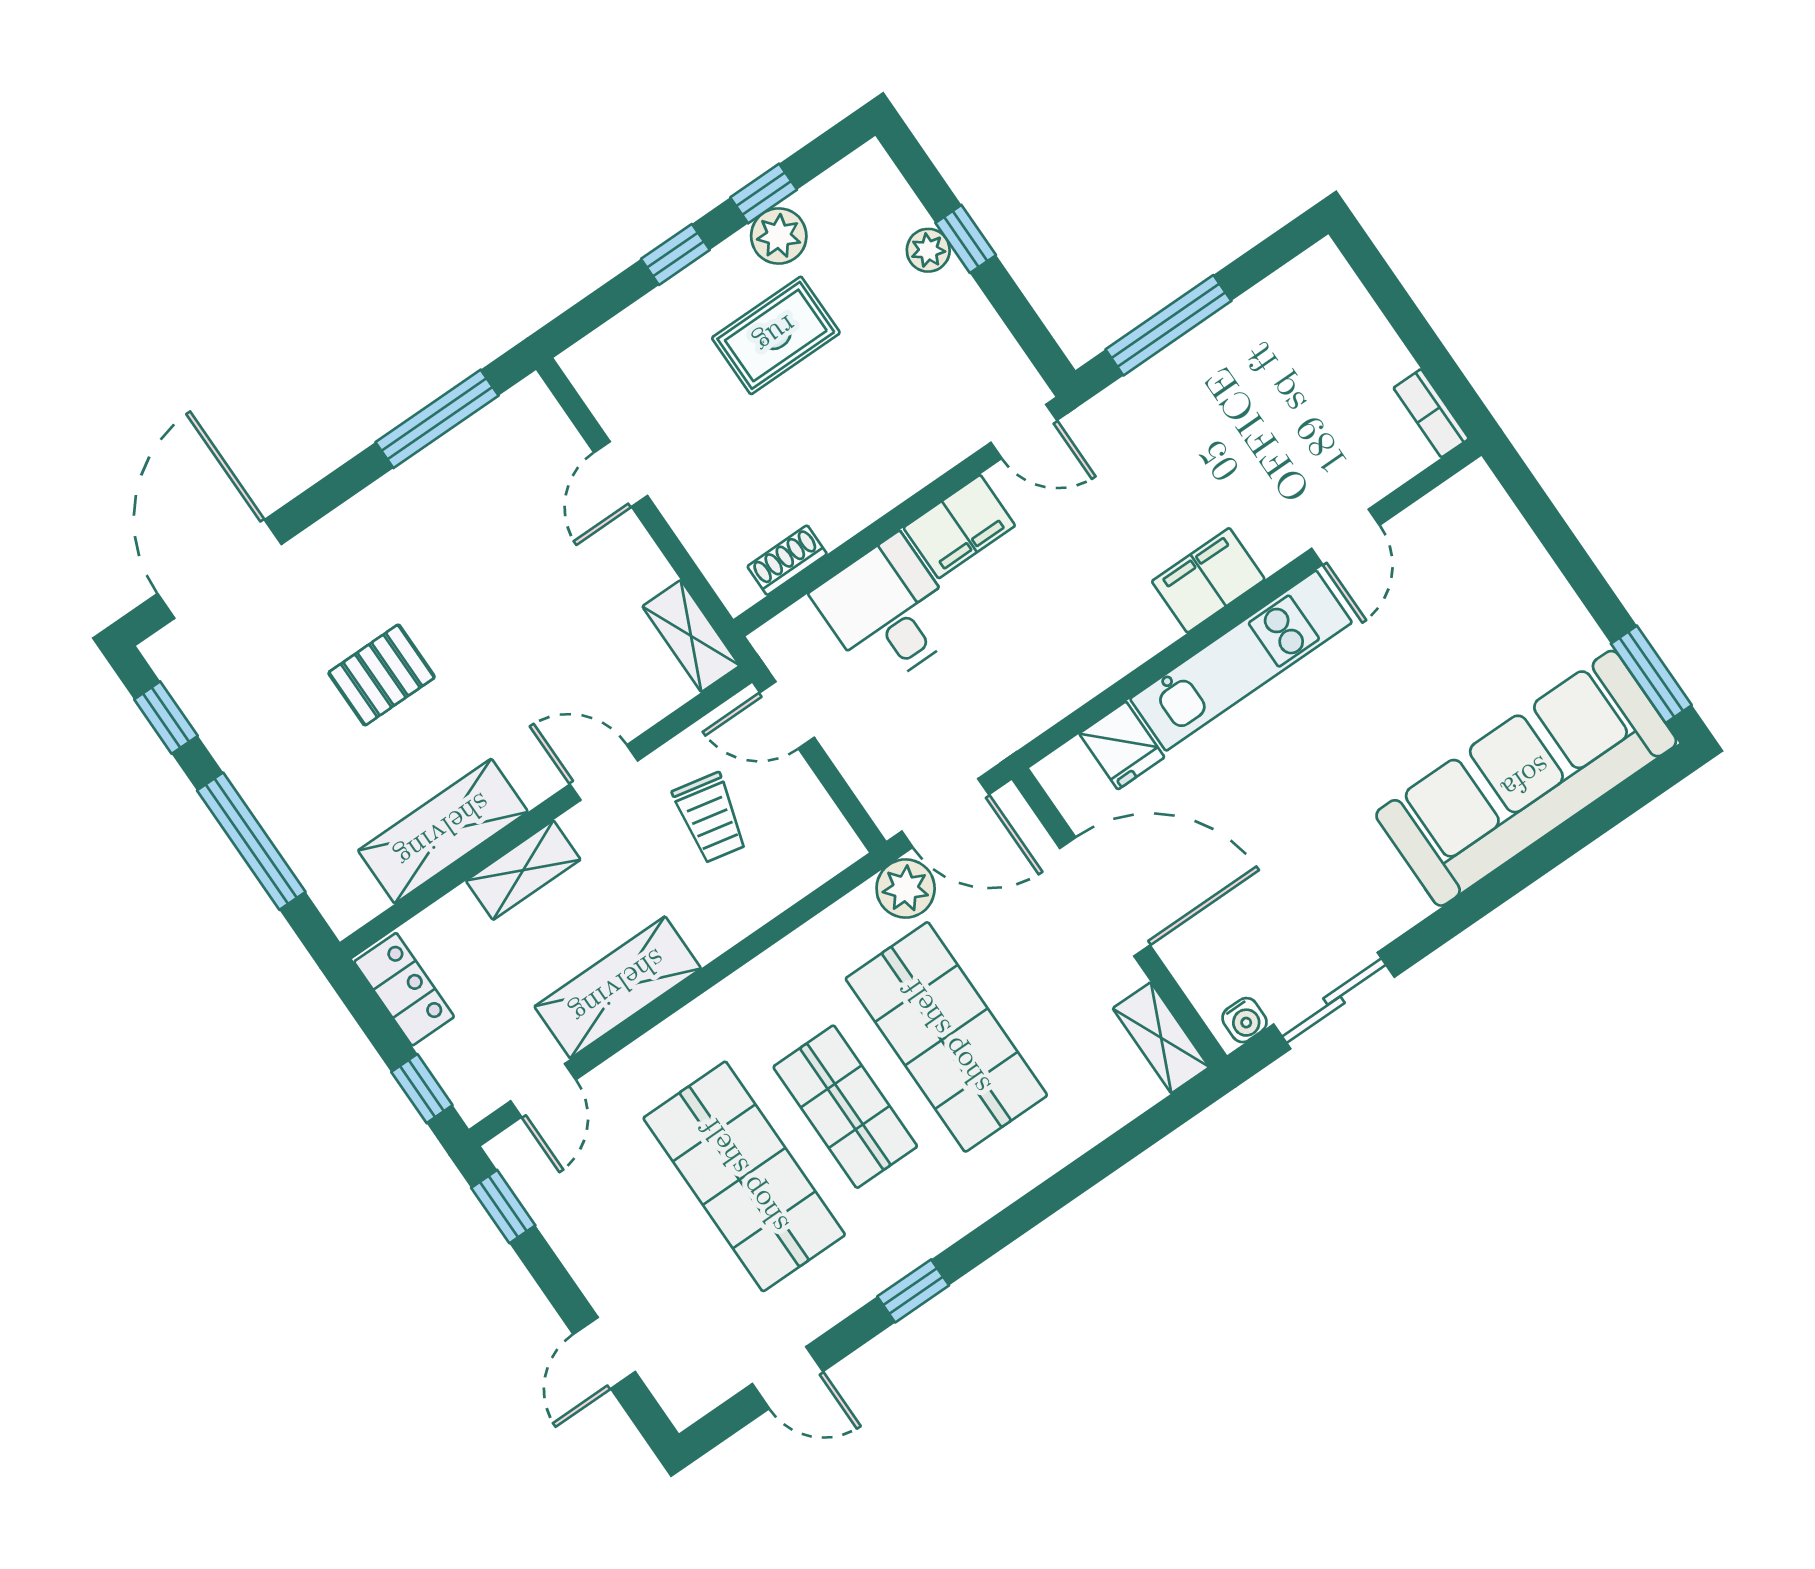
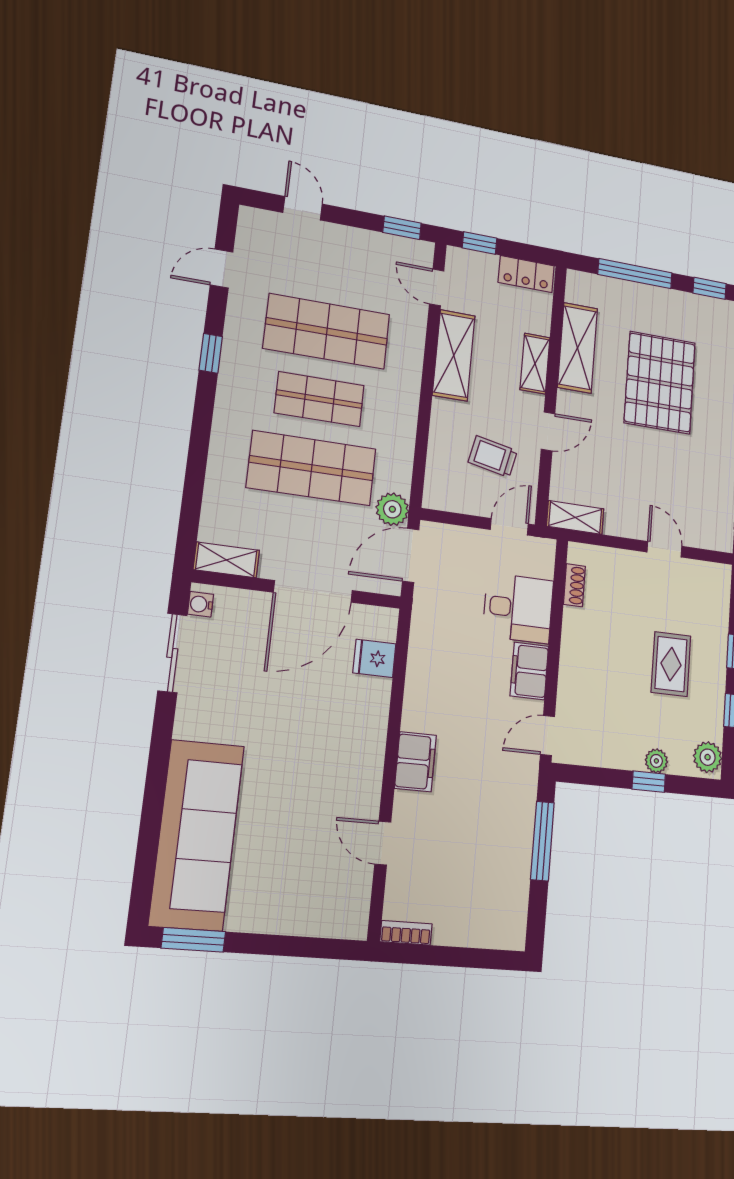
plant: (779, 236) -> (708, 757), moved
kitchen unit: (1241, 661) -> (367, 746), removed
pallet: (382, 675) -> (660, 383), width x2.05, depth x2.00

